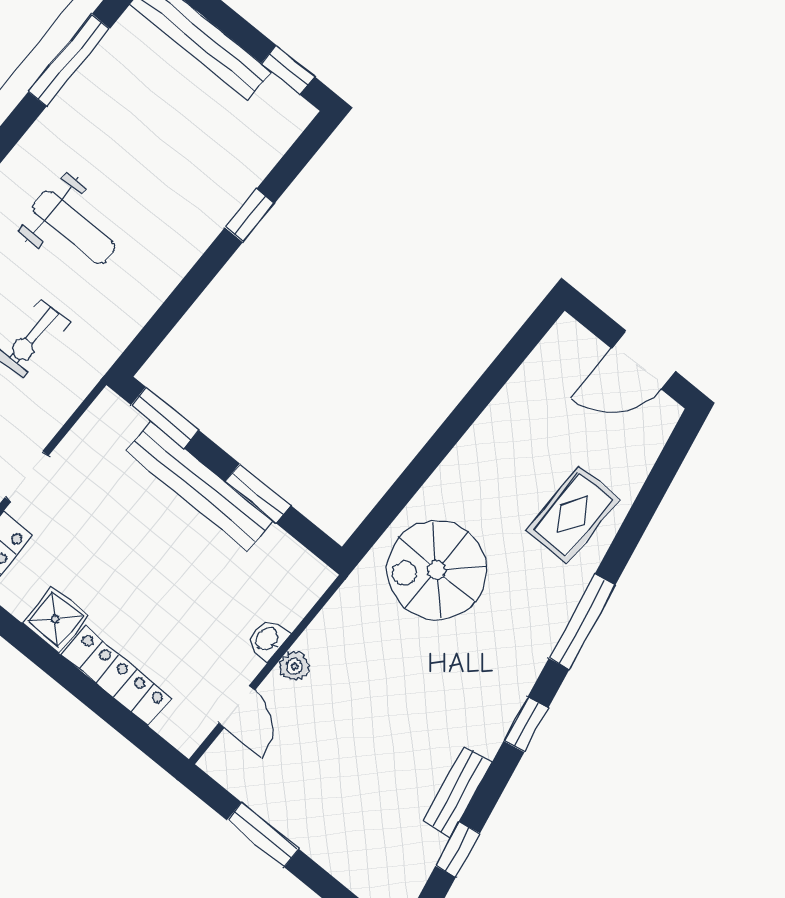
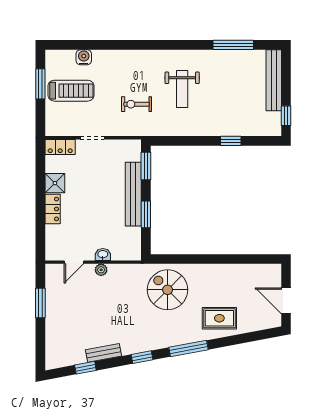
locker: (116, 676) -> (53, 209), width x0.66

